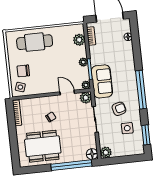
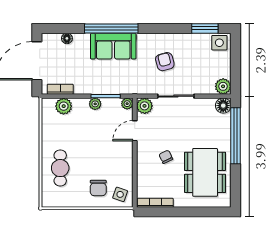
cafe table: (35, 42) -> (60, 168), width x0.73, depth x0.74
sofa: (102, 81) -> (113, 46), moved, turned 180
window: (141, 90) -> (111, 28), moved
side table: (127, 128) -> (219, 43), moved

